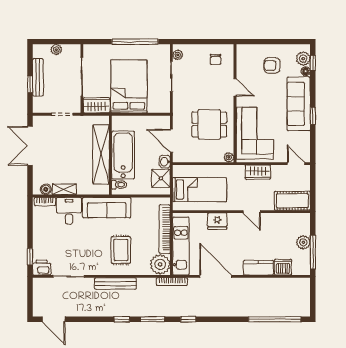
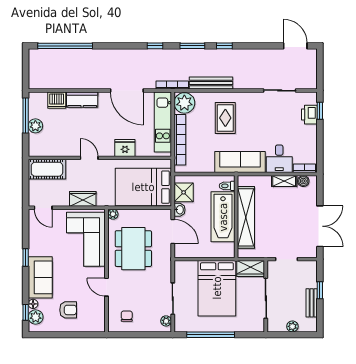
bench: (38, 77) -> (312, 303), width x0.73
sofa: (299, 104) -> (40, 277), width x0.73
dining table: (209, 124) -> (133, 249), width x1.38
bed: (200, 190) -> (143, 187), width x1.50
printer: (42, 268) -> (309, 115), moved, turned 90
bench: (115, 284) -> (211, 83), moved

